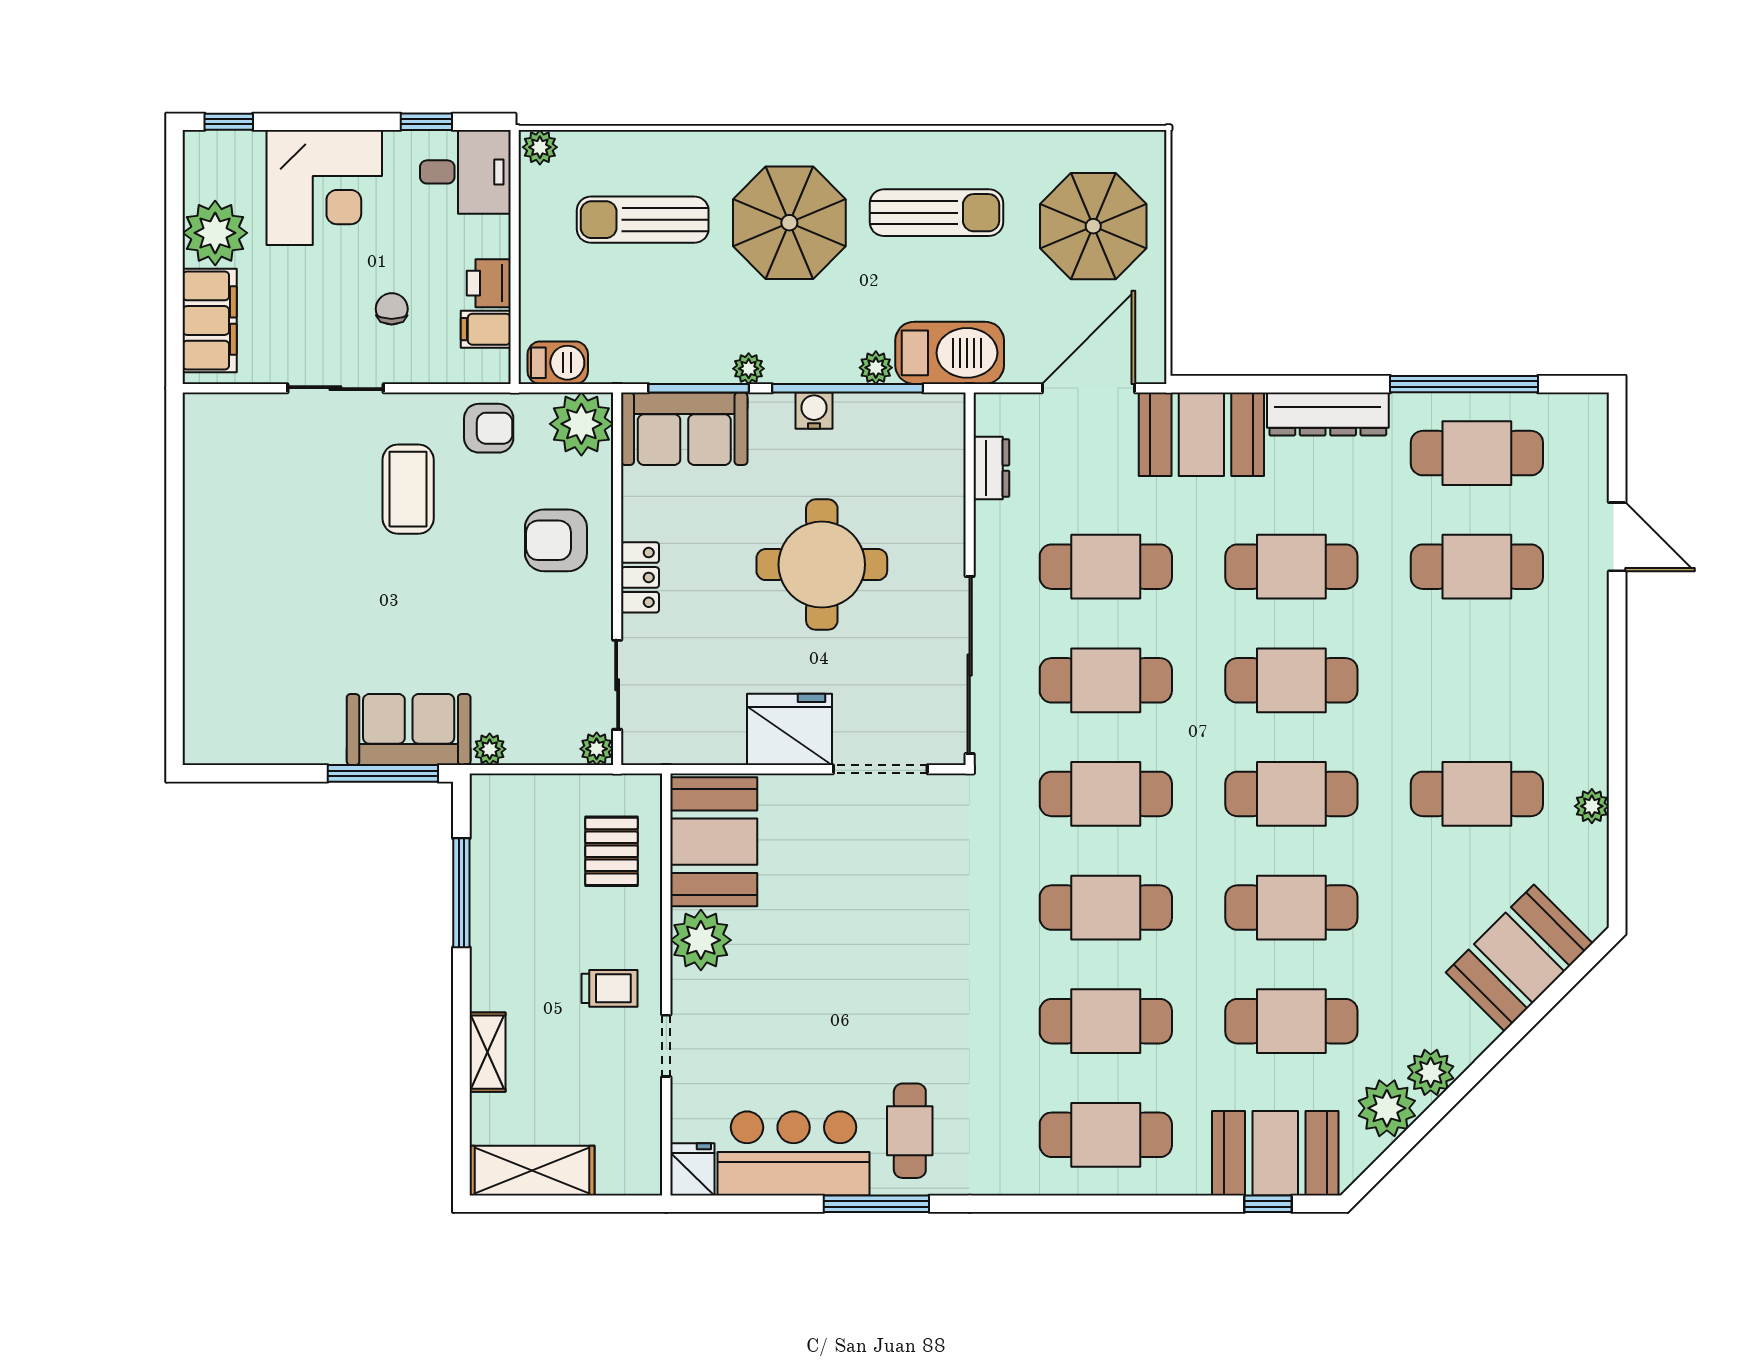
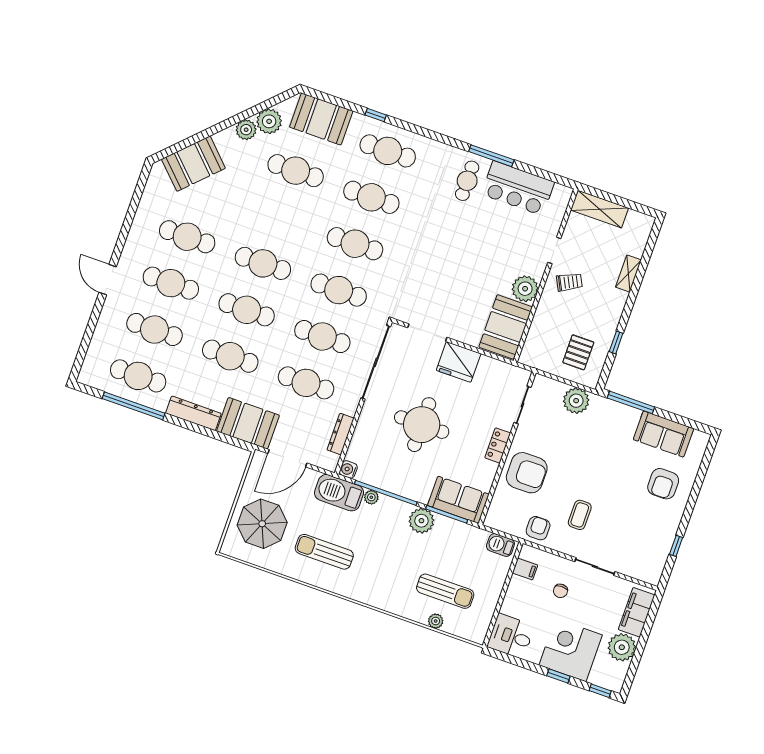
window: (426, 122) -> (558, 676), moved
plant: (540, 147) -> (436, 621), moved
parasol: (789, 223) -> (386, 569), removed
printer: (489, 283) -> (517, 587), removed
plant: (749, 369) -> (421, 521), width x1.87, depth x1.87
water cooler: (814, 411) -> (348, 469), moved, turned 90
plant: (581, 424) -> (500, 517), removed
armchair: (489, 428) -> (538, 528), turned 90
dresser: (991, 468) -> (341, 434), width x1.44
coffee table: (408, 489) -> (580, 515), width x0.73, depth x0.77
window: (174, 495) -> (676, 546), added
door: (1617, 537) -> (108, 280), moved
armchair: (556, 540) -> (527, 473), width x1.36, depth x1.36
armchair: (250, 621) -> (663, 484), added
sofa: (409, 730) -> (663, 434), moved
plant: (490, 749) -> (576, 401), width x1.88, depth x1.88
plant: (597, 749) -> (540, 382), removed
plant: (1592, 806) -> (142, 215), removed
pallet: (612, 851) -> (578, 352), moved
window: (461, 893) -> (616, 342), width x0.46
cafe table: (1291, 908) -> (171, 283), moved
trolley: (609, 988) -> (569, 282), turned 153
fridge: (692, 1169) -> (561, 196), removed
shelving: (532, 1171) -> (599, 209), moved
window: (1268, 1204) -> (376, 115), moved

